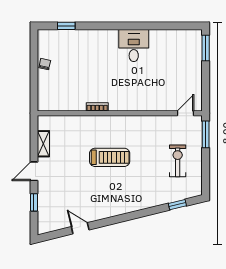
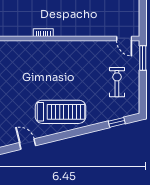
door: (185, 113) -> (124, 38), swing flipped
treadmill: (110, 157) -> (61, 112), moved, width x1.37, depth x1.38

